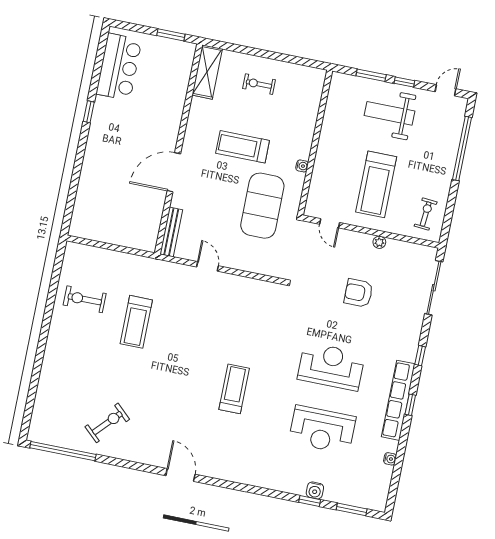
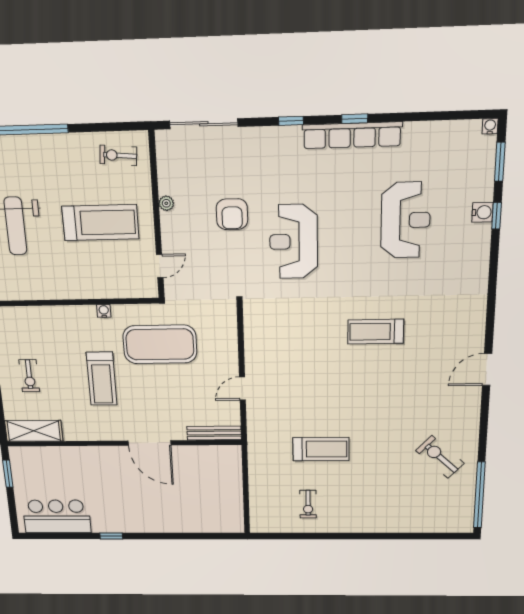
exercise bike: (85, 299) -> (308, 504), width x0.73, depth x0.72
reception desk: (331, 366) -> (294, 242), moved
water cooler: (390, 459) -> (490, 126), moved

